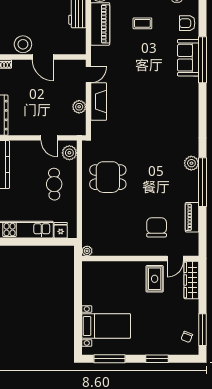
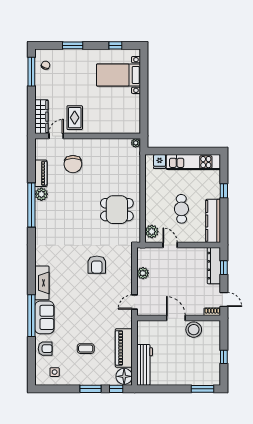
fireplace: (99, 102) -> (42, 283), moved, turned 180
armchair: (130, 116) -> (97, 265), added
plant: (191, 163) -> (41, 194), moved
cafe table: (54, 184) -> (181, 209), moved
window: (110, 359) -> (115, 45), width x0.46

